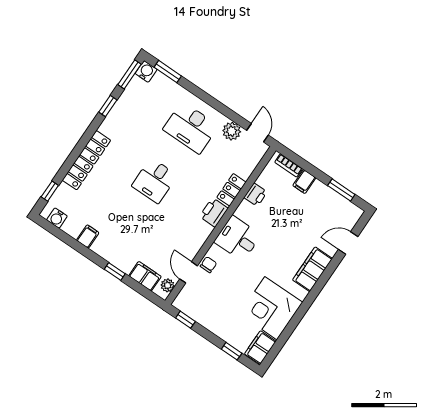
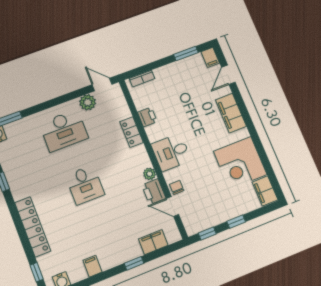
filing cabinet: (304, 182) -> (210, 57), moved
printer: (214, 212) -> (154, 192), moved
plant: (168, 285) -> (149, 174), moved
window: (232, 351) -> (236, 222), moved

